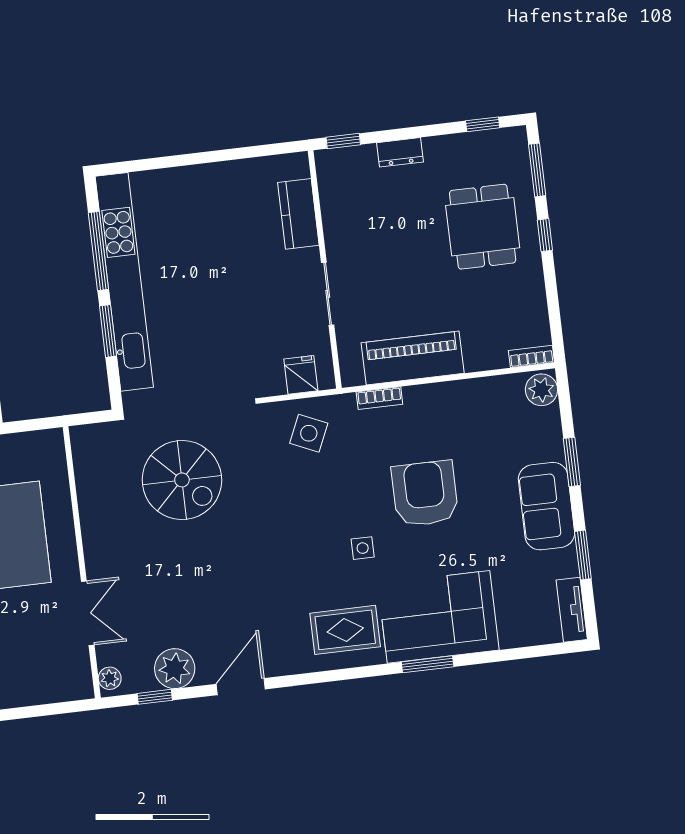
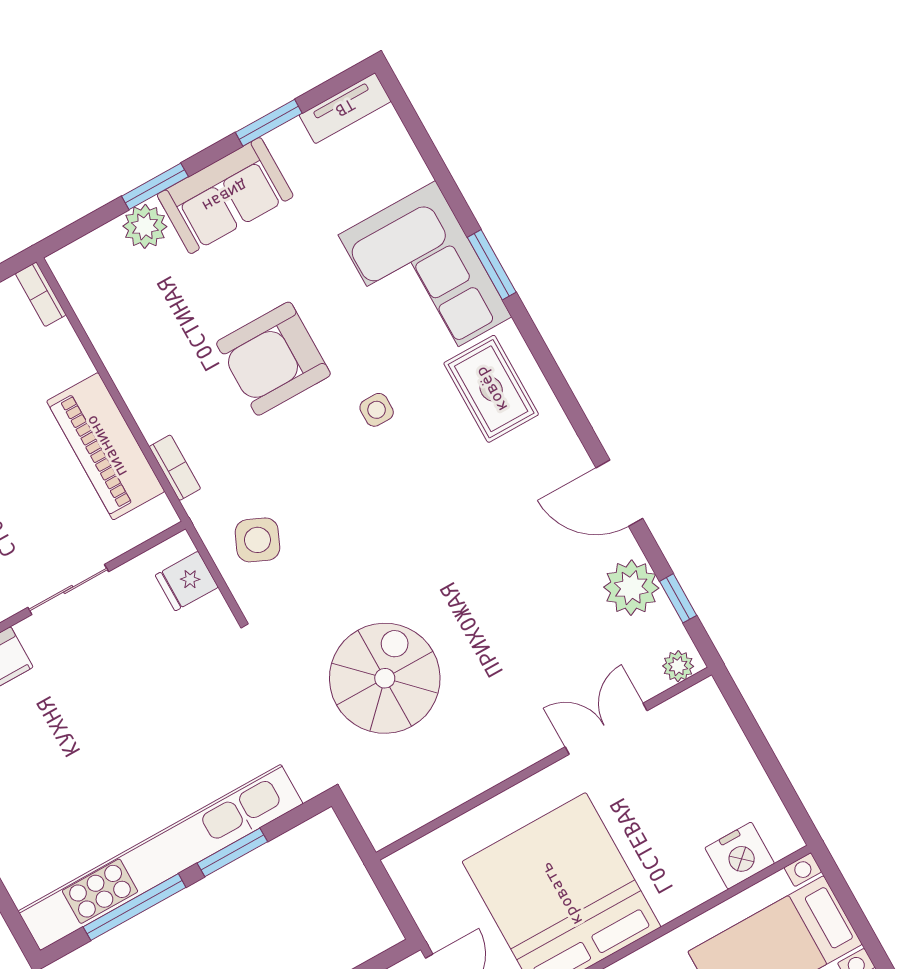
plant: (541, 390) -> (145, 226), moved

